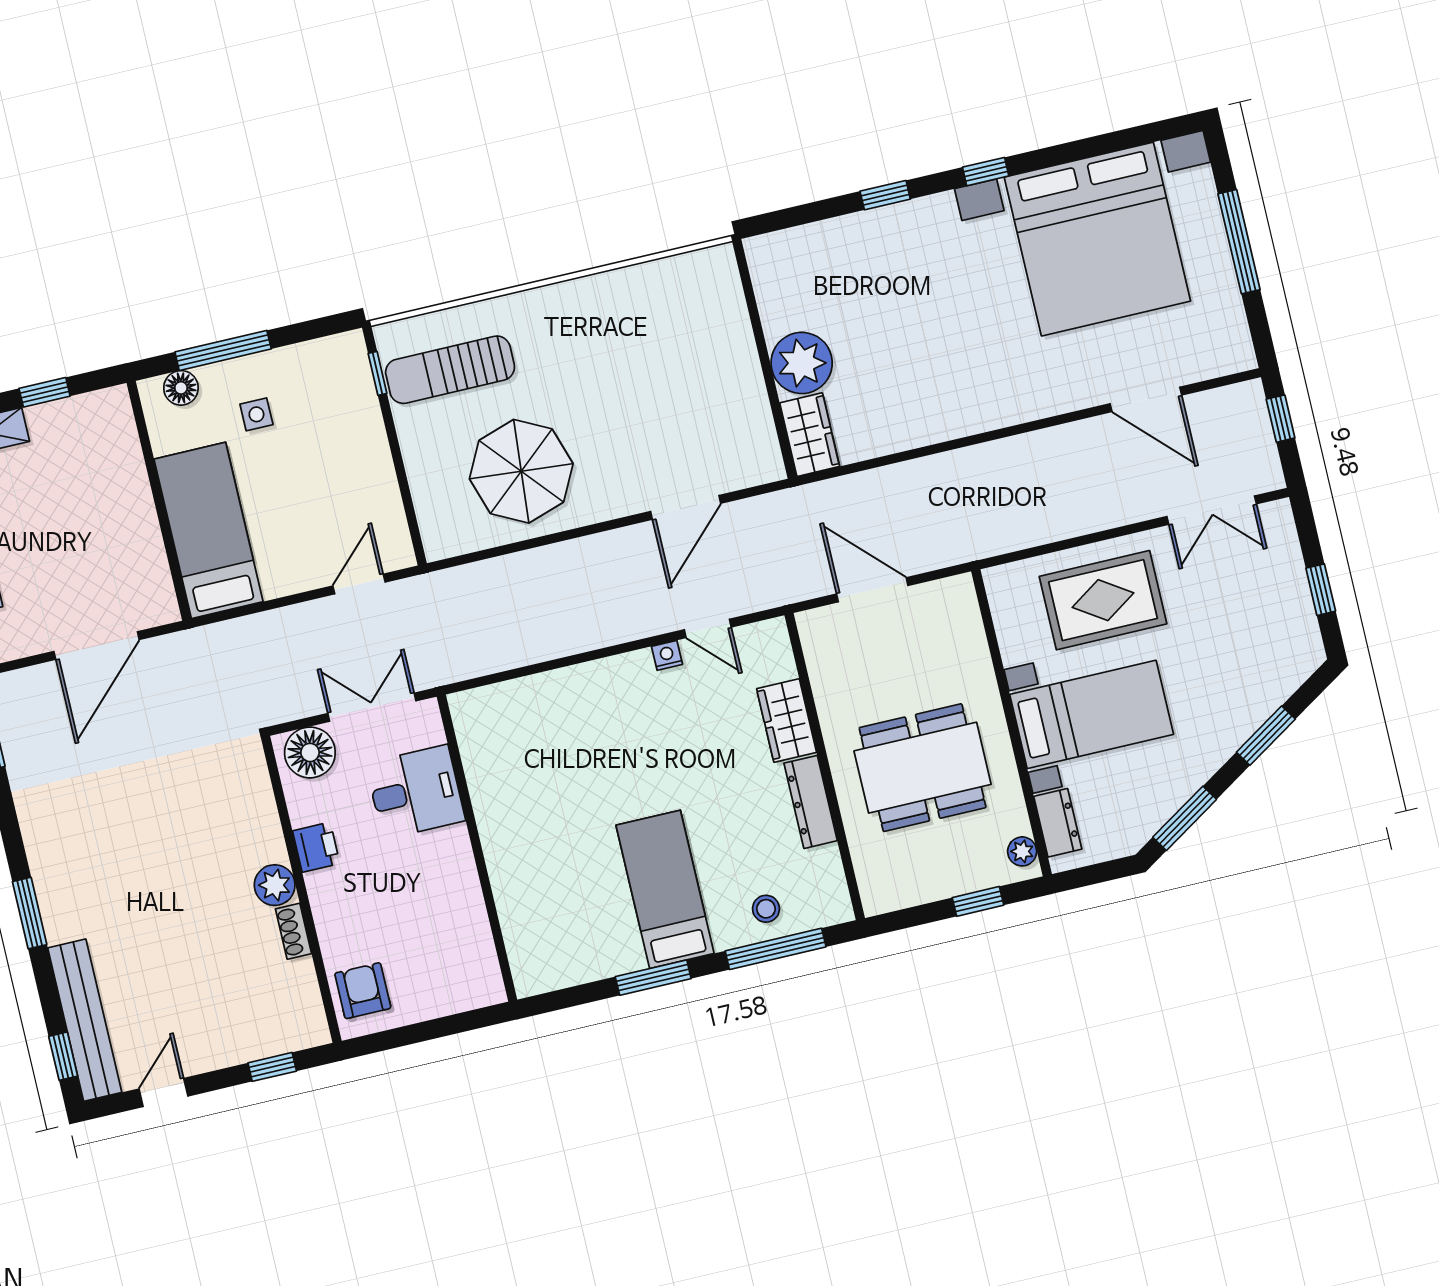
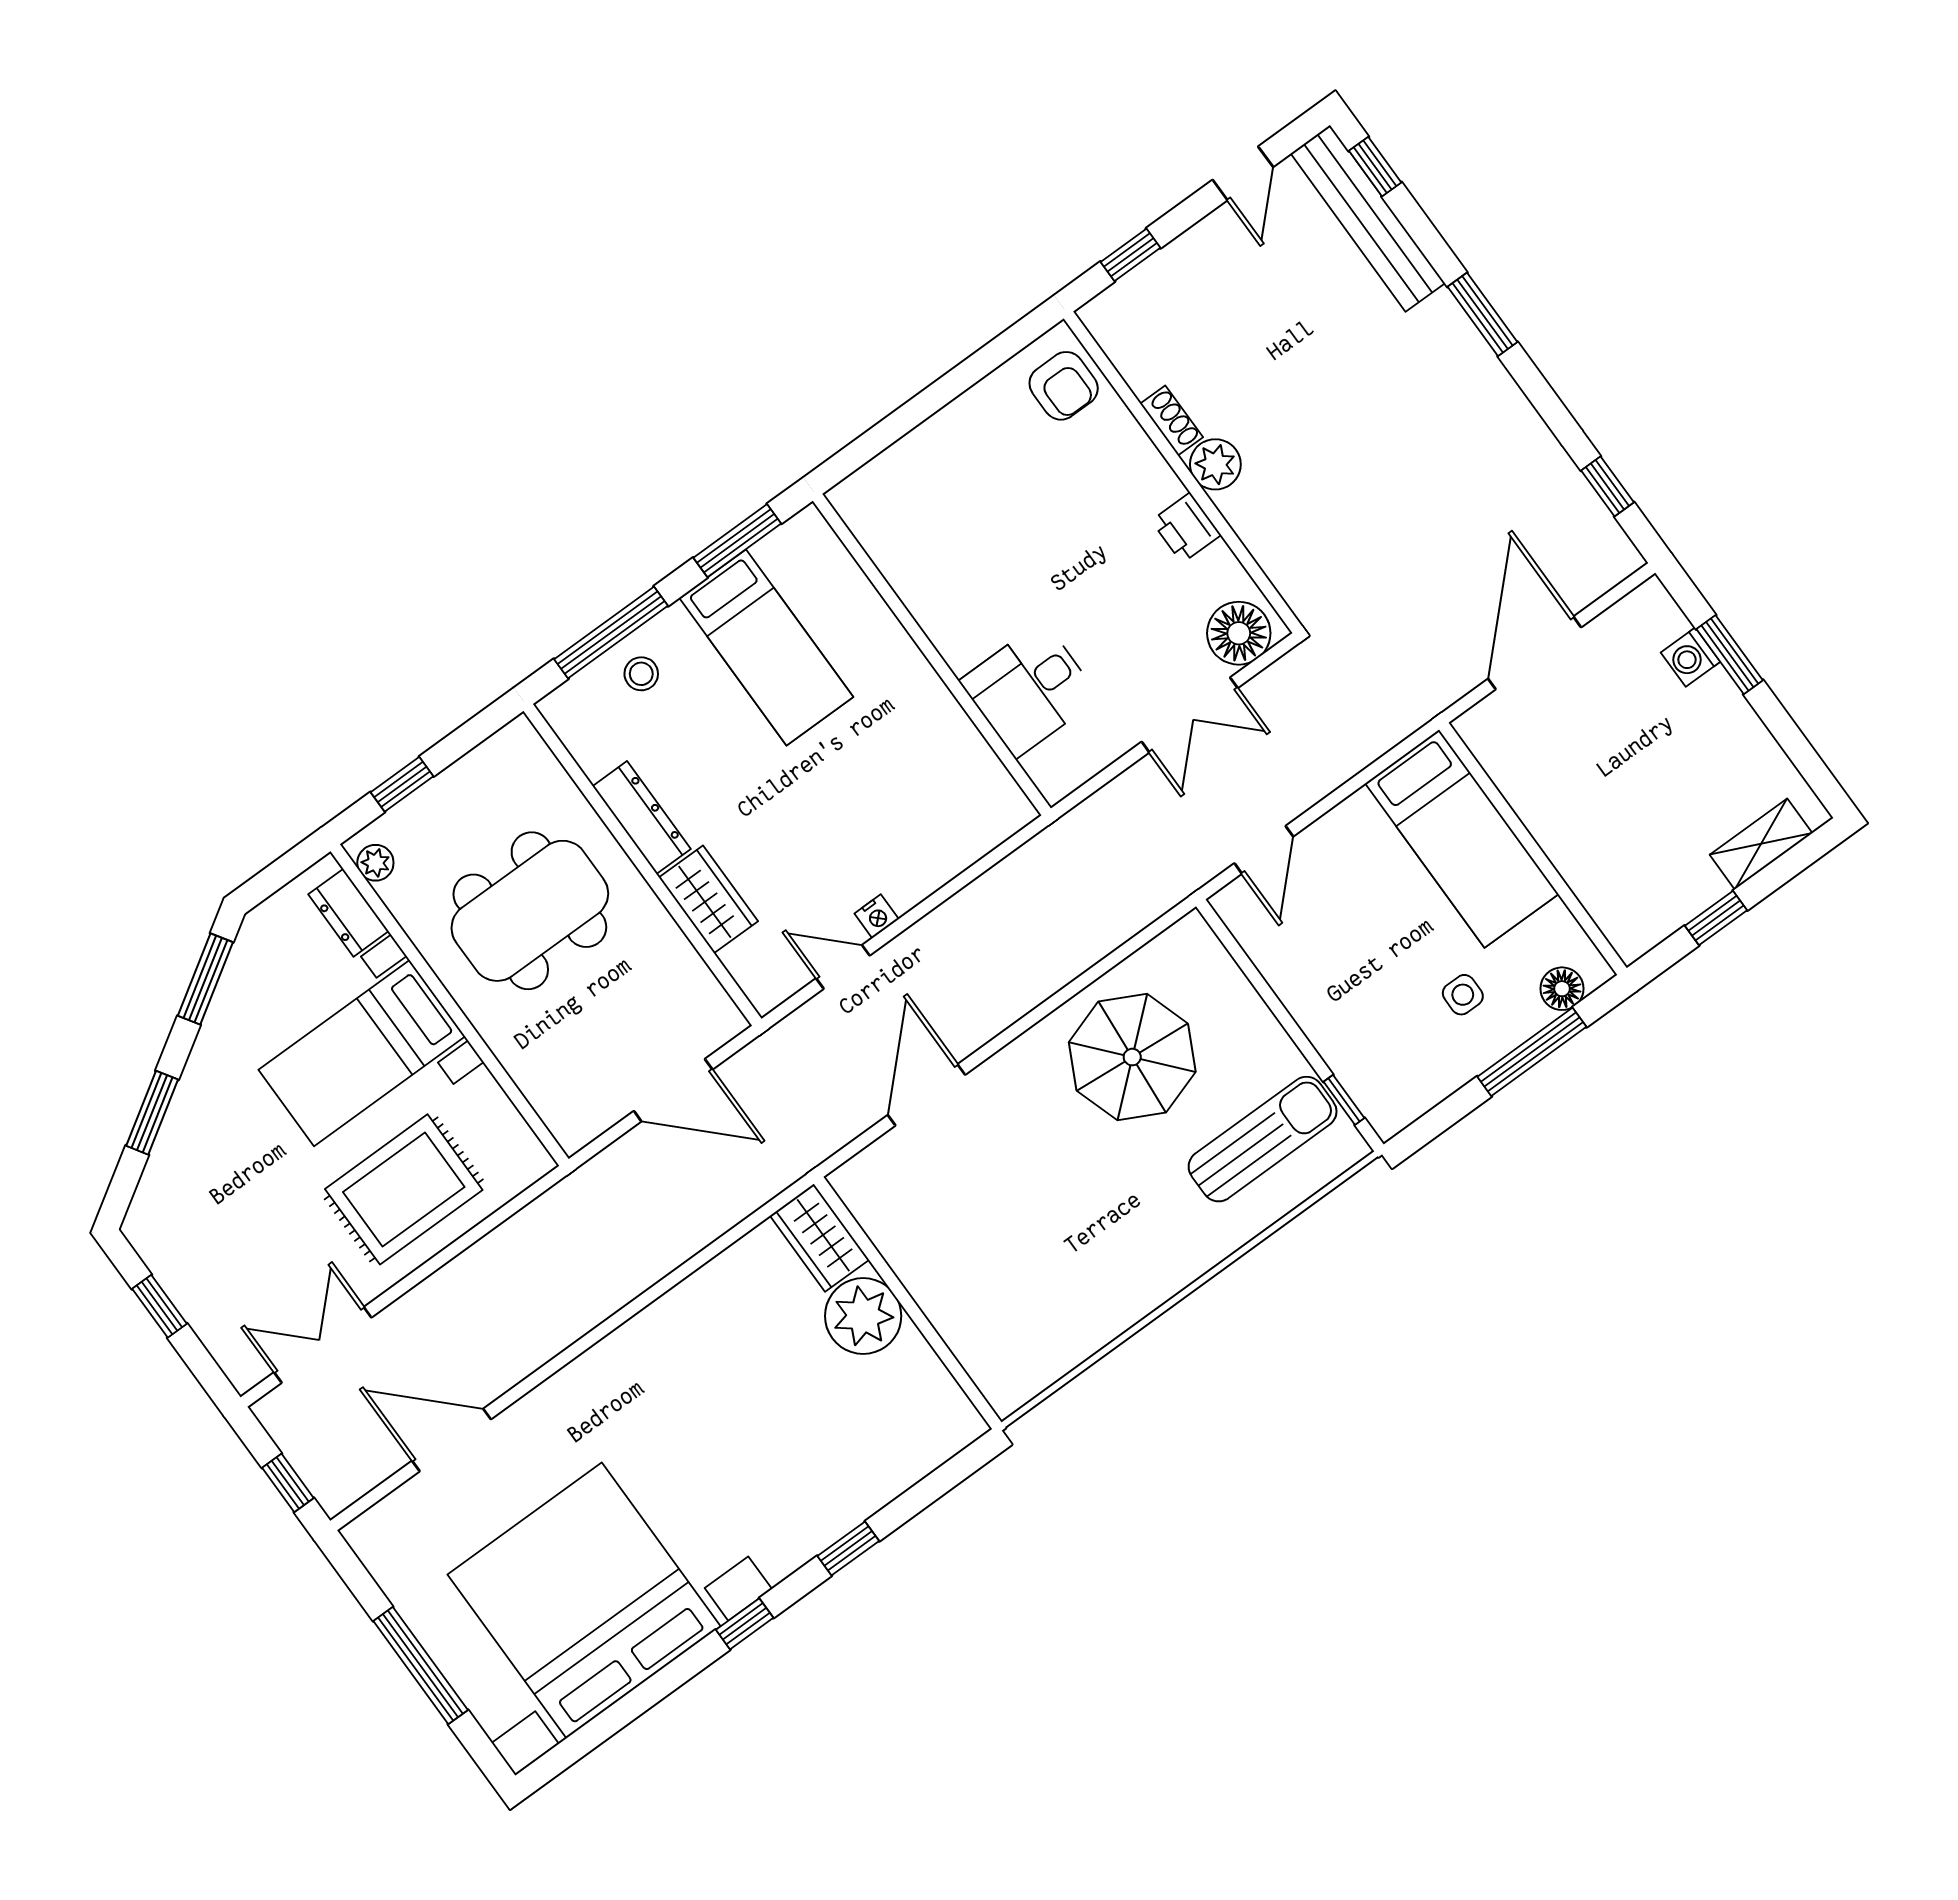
desk: (415, 792) -> (1030, 689), moved
wall: (477, 848) -> (932, 655), moved

